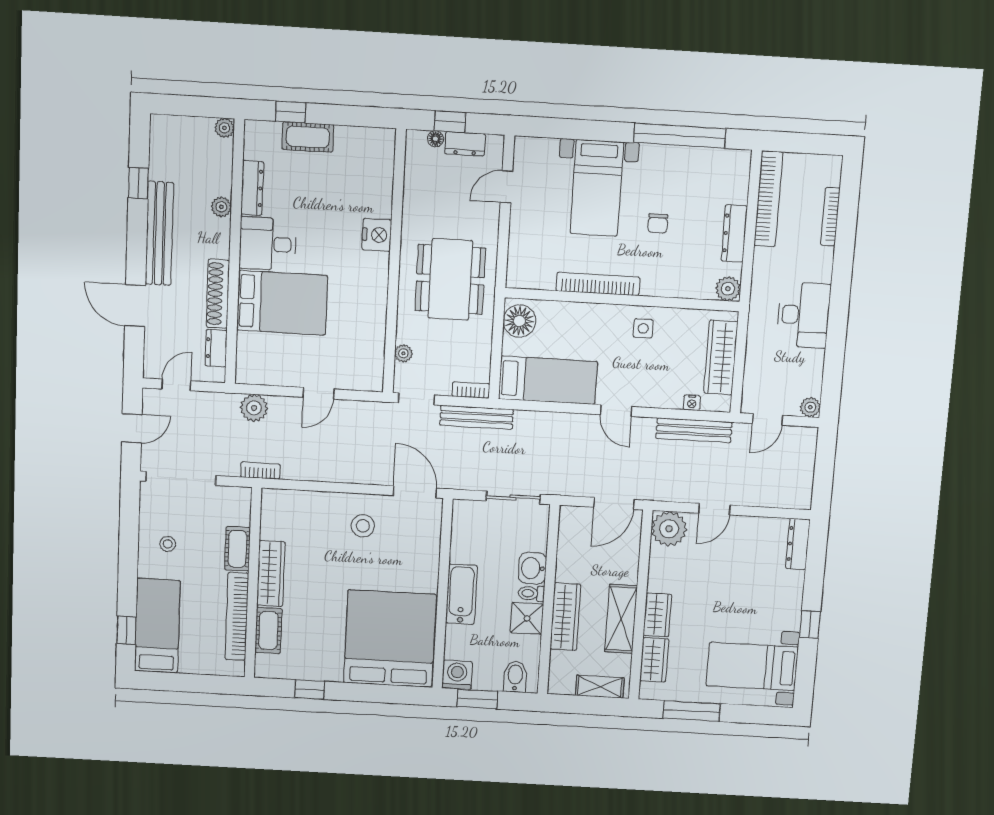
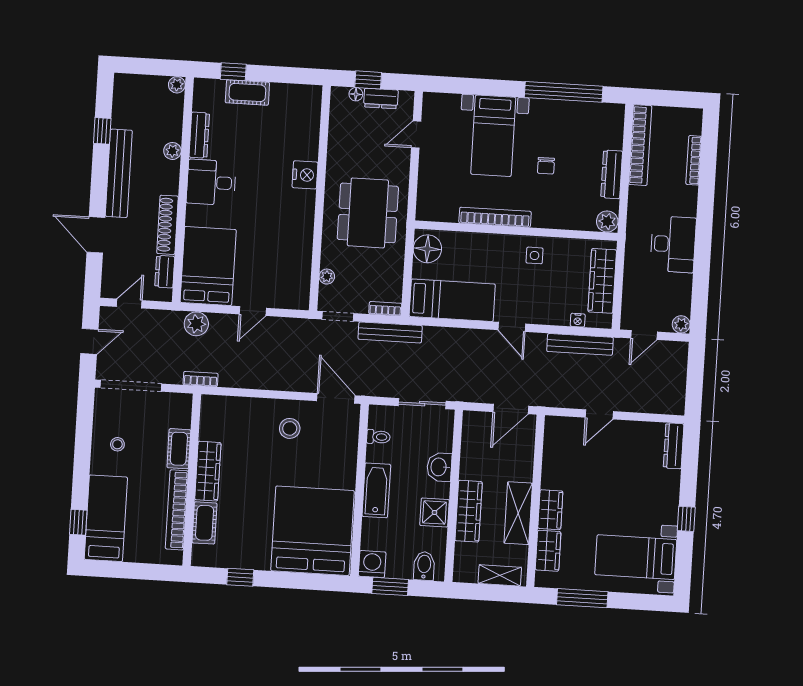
bed: (282, 303) -> (208, 266), moved, turned -90
plant: (669, 529) -> (560, 432), removed
toilet: (531, 593) -> (378, 437), moved, turned 180

